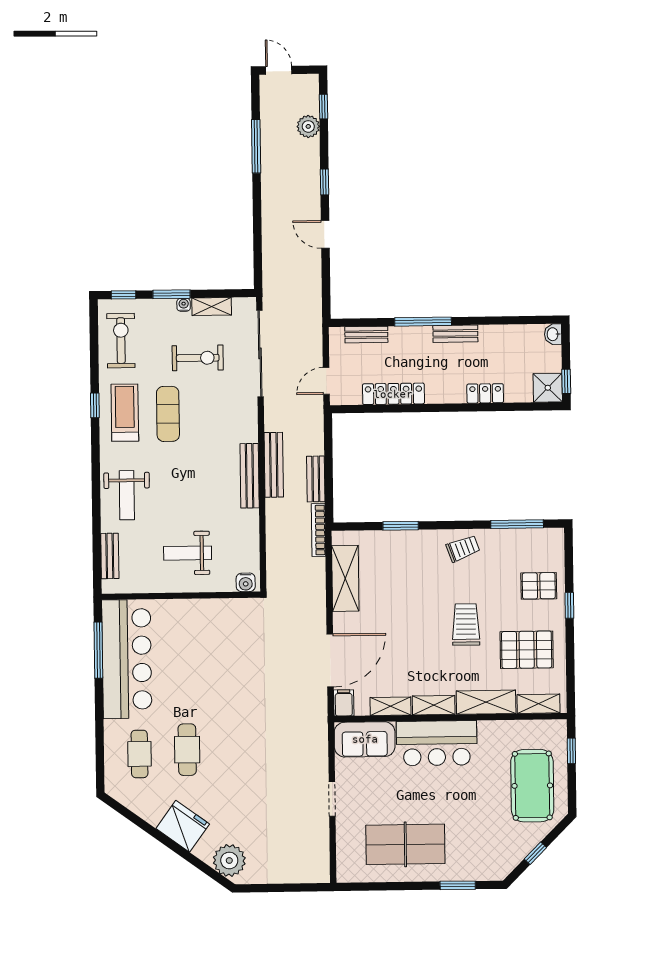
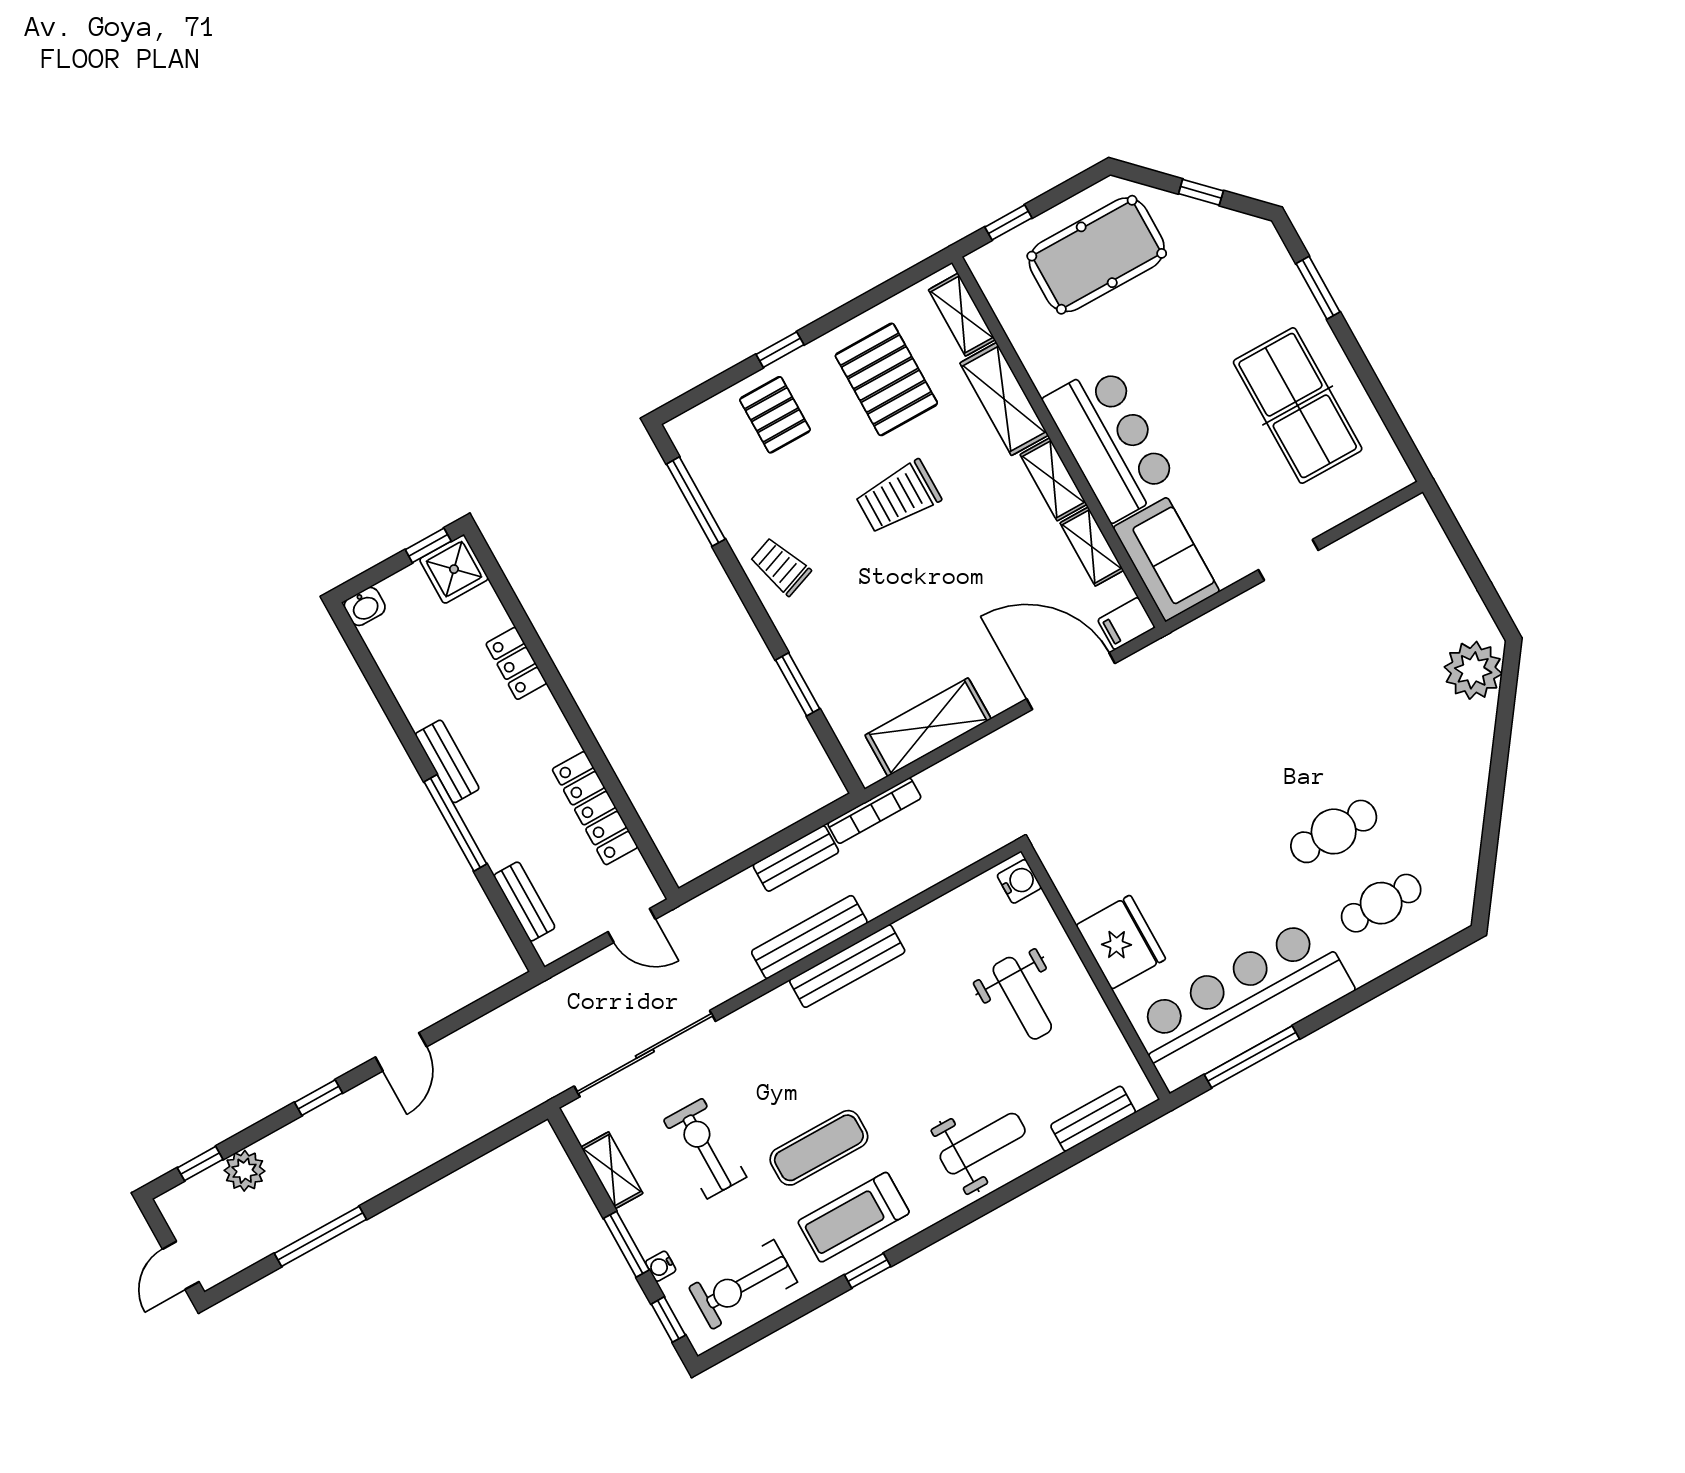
water cooler: (184, 305) -> (661, 1266), moved
fridge: (183, 826) -> (1121, 942), moved, turned 144

